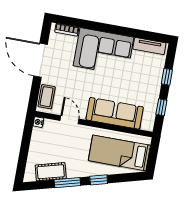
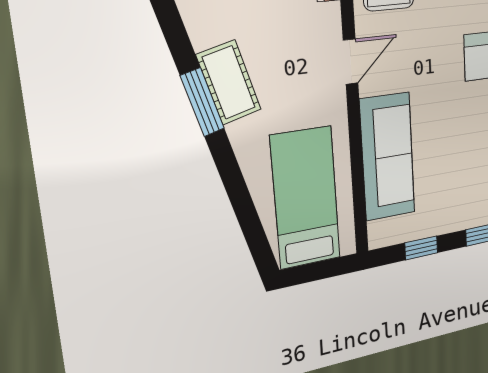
cot: (51, 172) -> (229, 82), moved
window: (99, 180) -> (231, 174), removed

